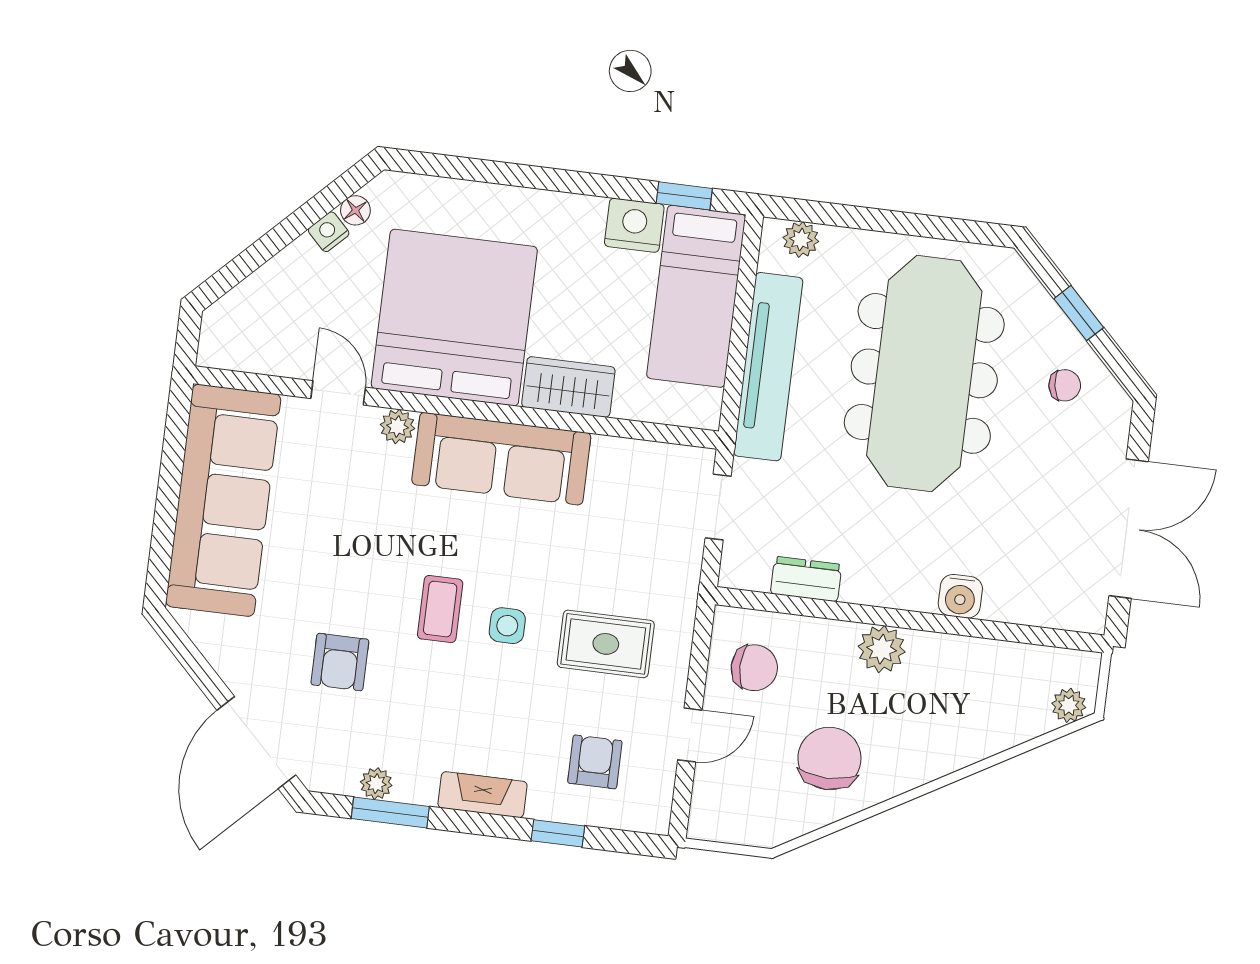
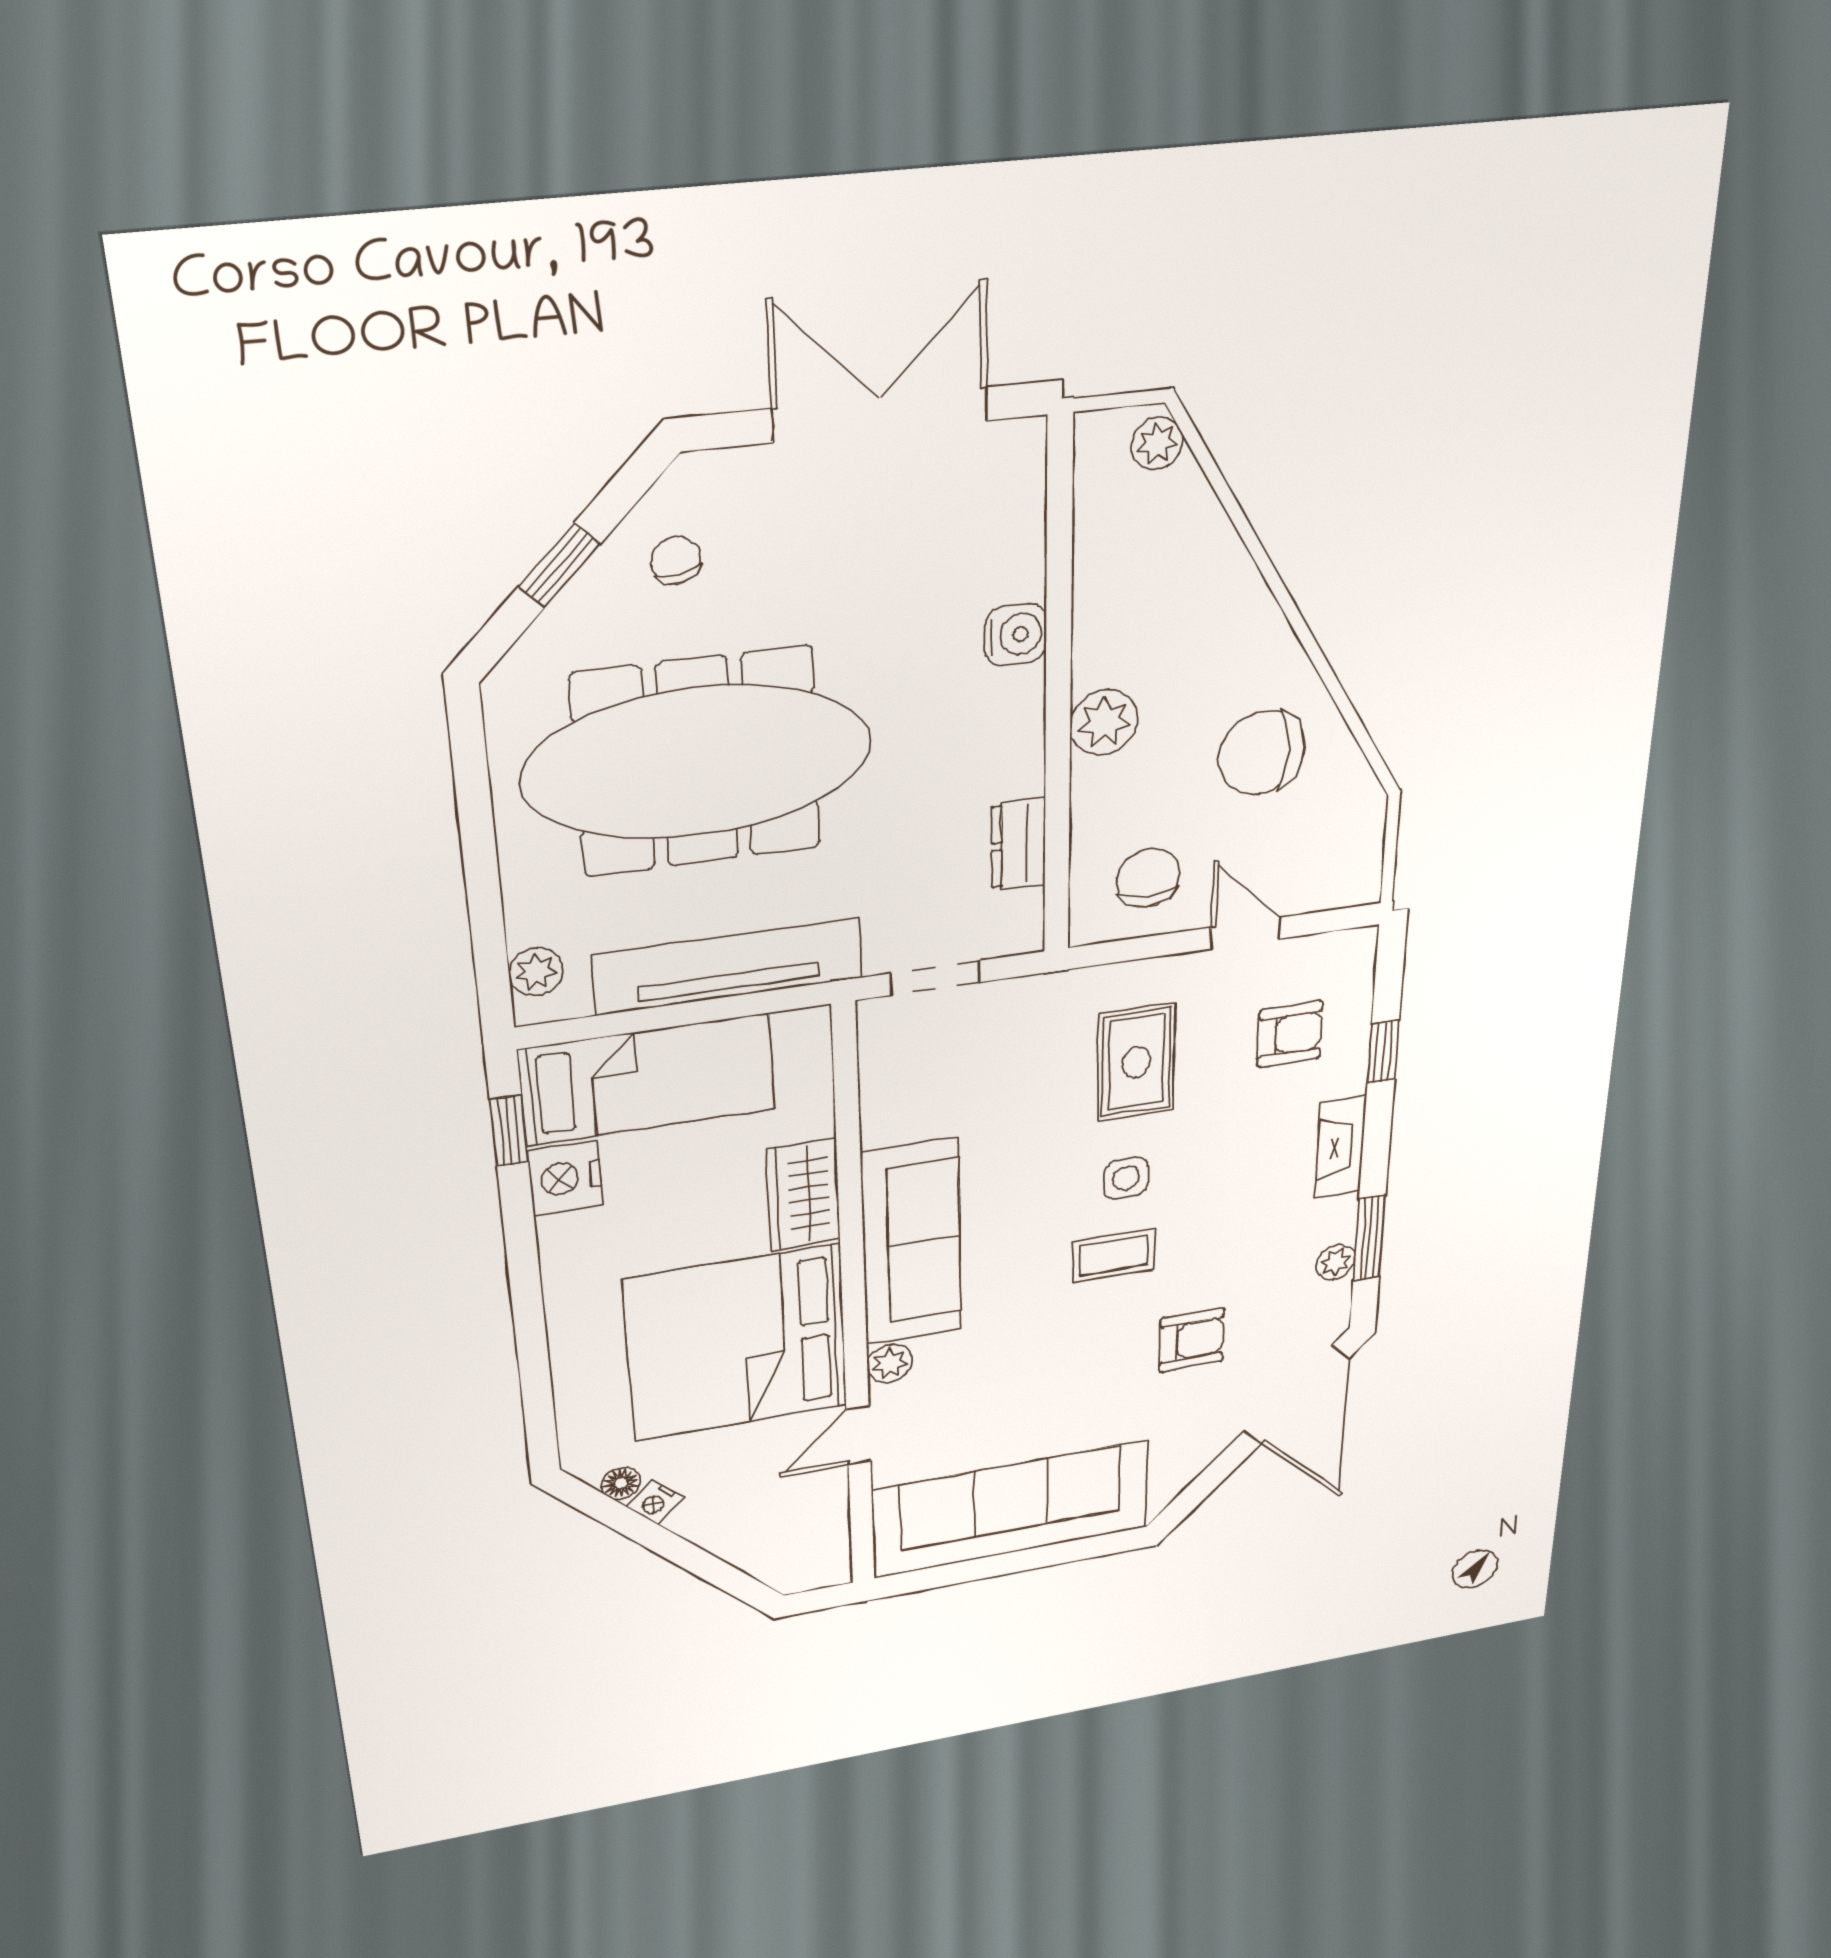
door: (256, 743) -> (1296, 1395), hinge flipped
armchair: (595, 762) -> (1290, 1034), turned 180

